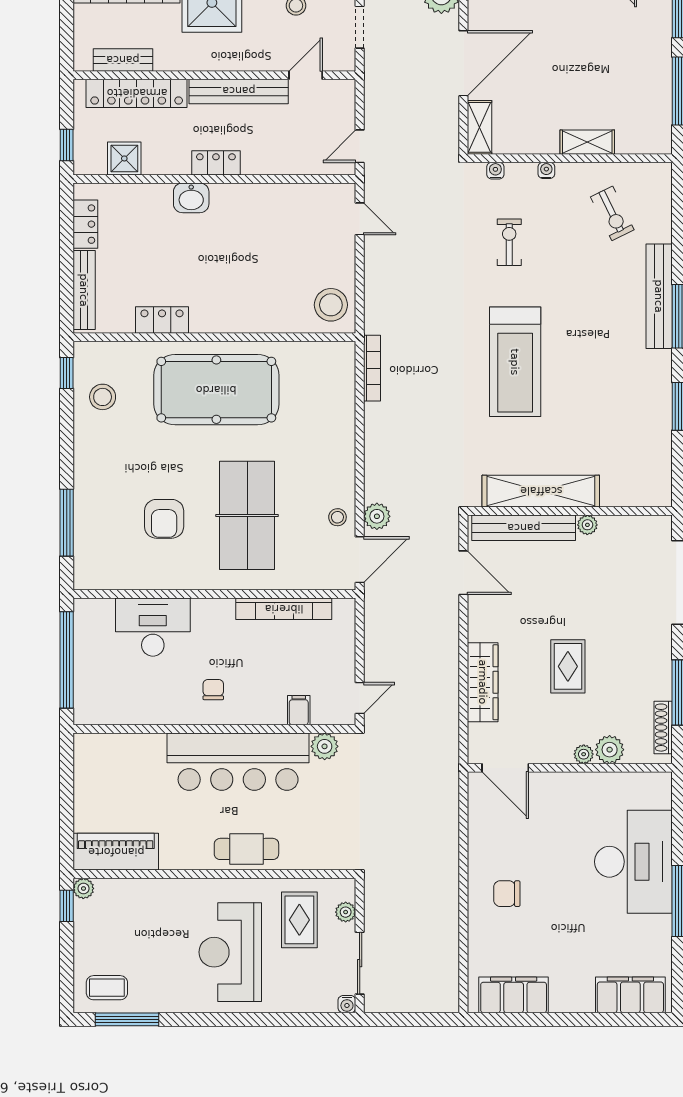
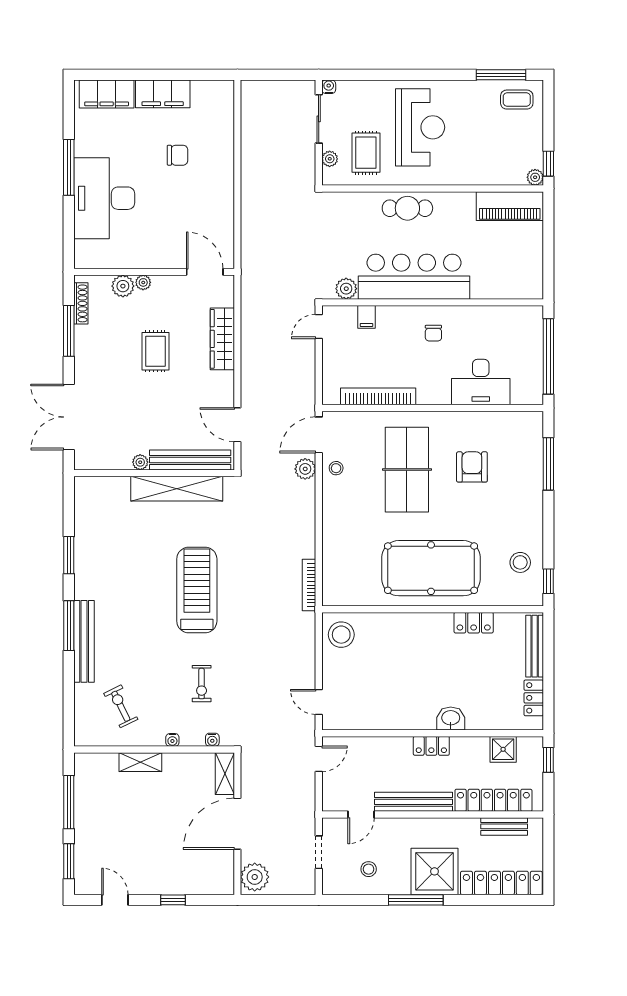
chair: (507, 894) -> (178, 155), moved
filing cabinet: (514, 995) -> (163, 94), moved

